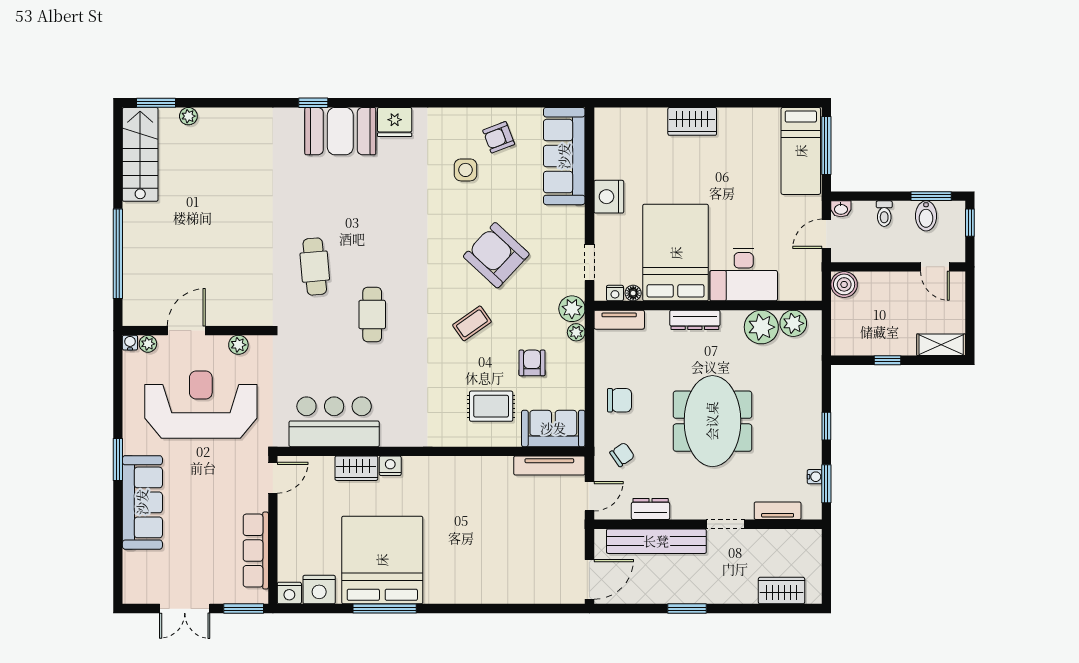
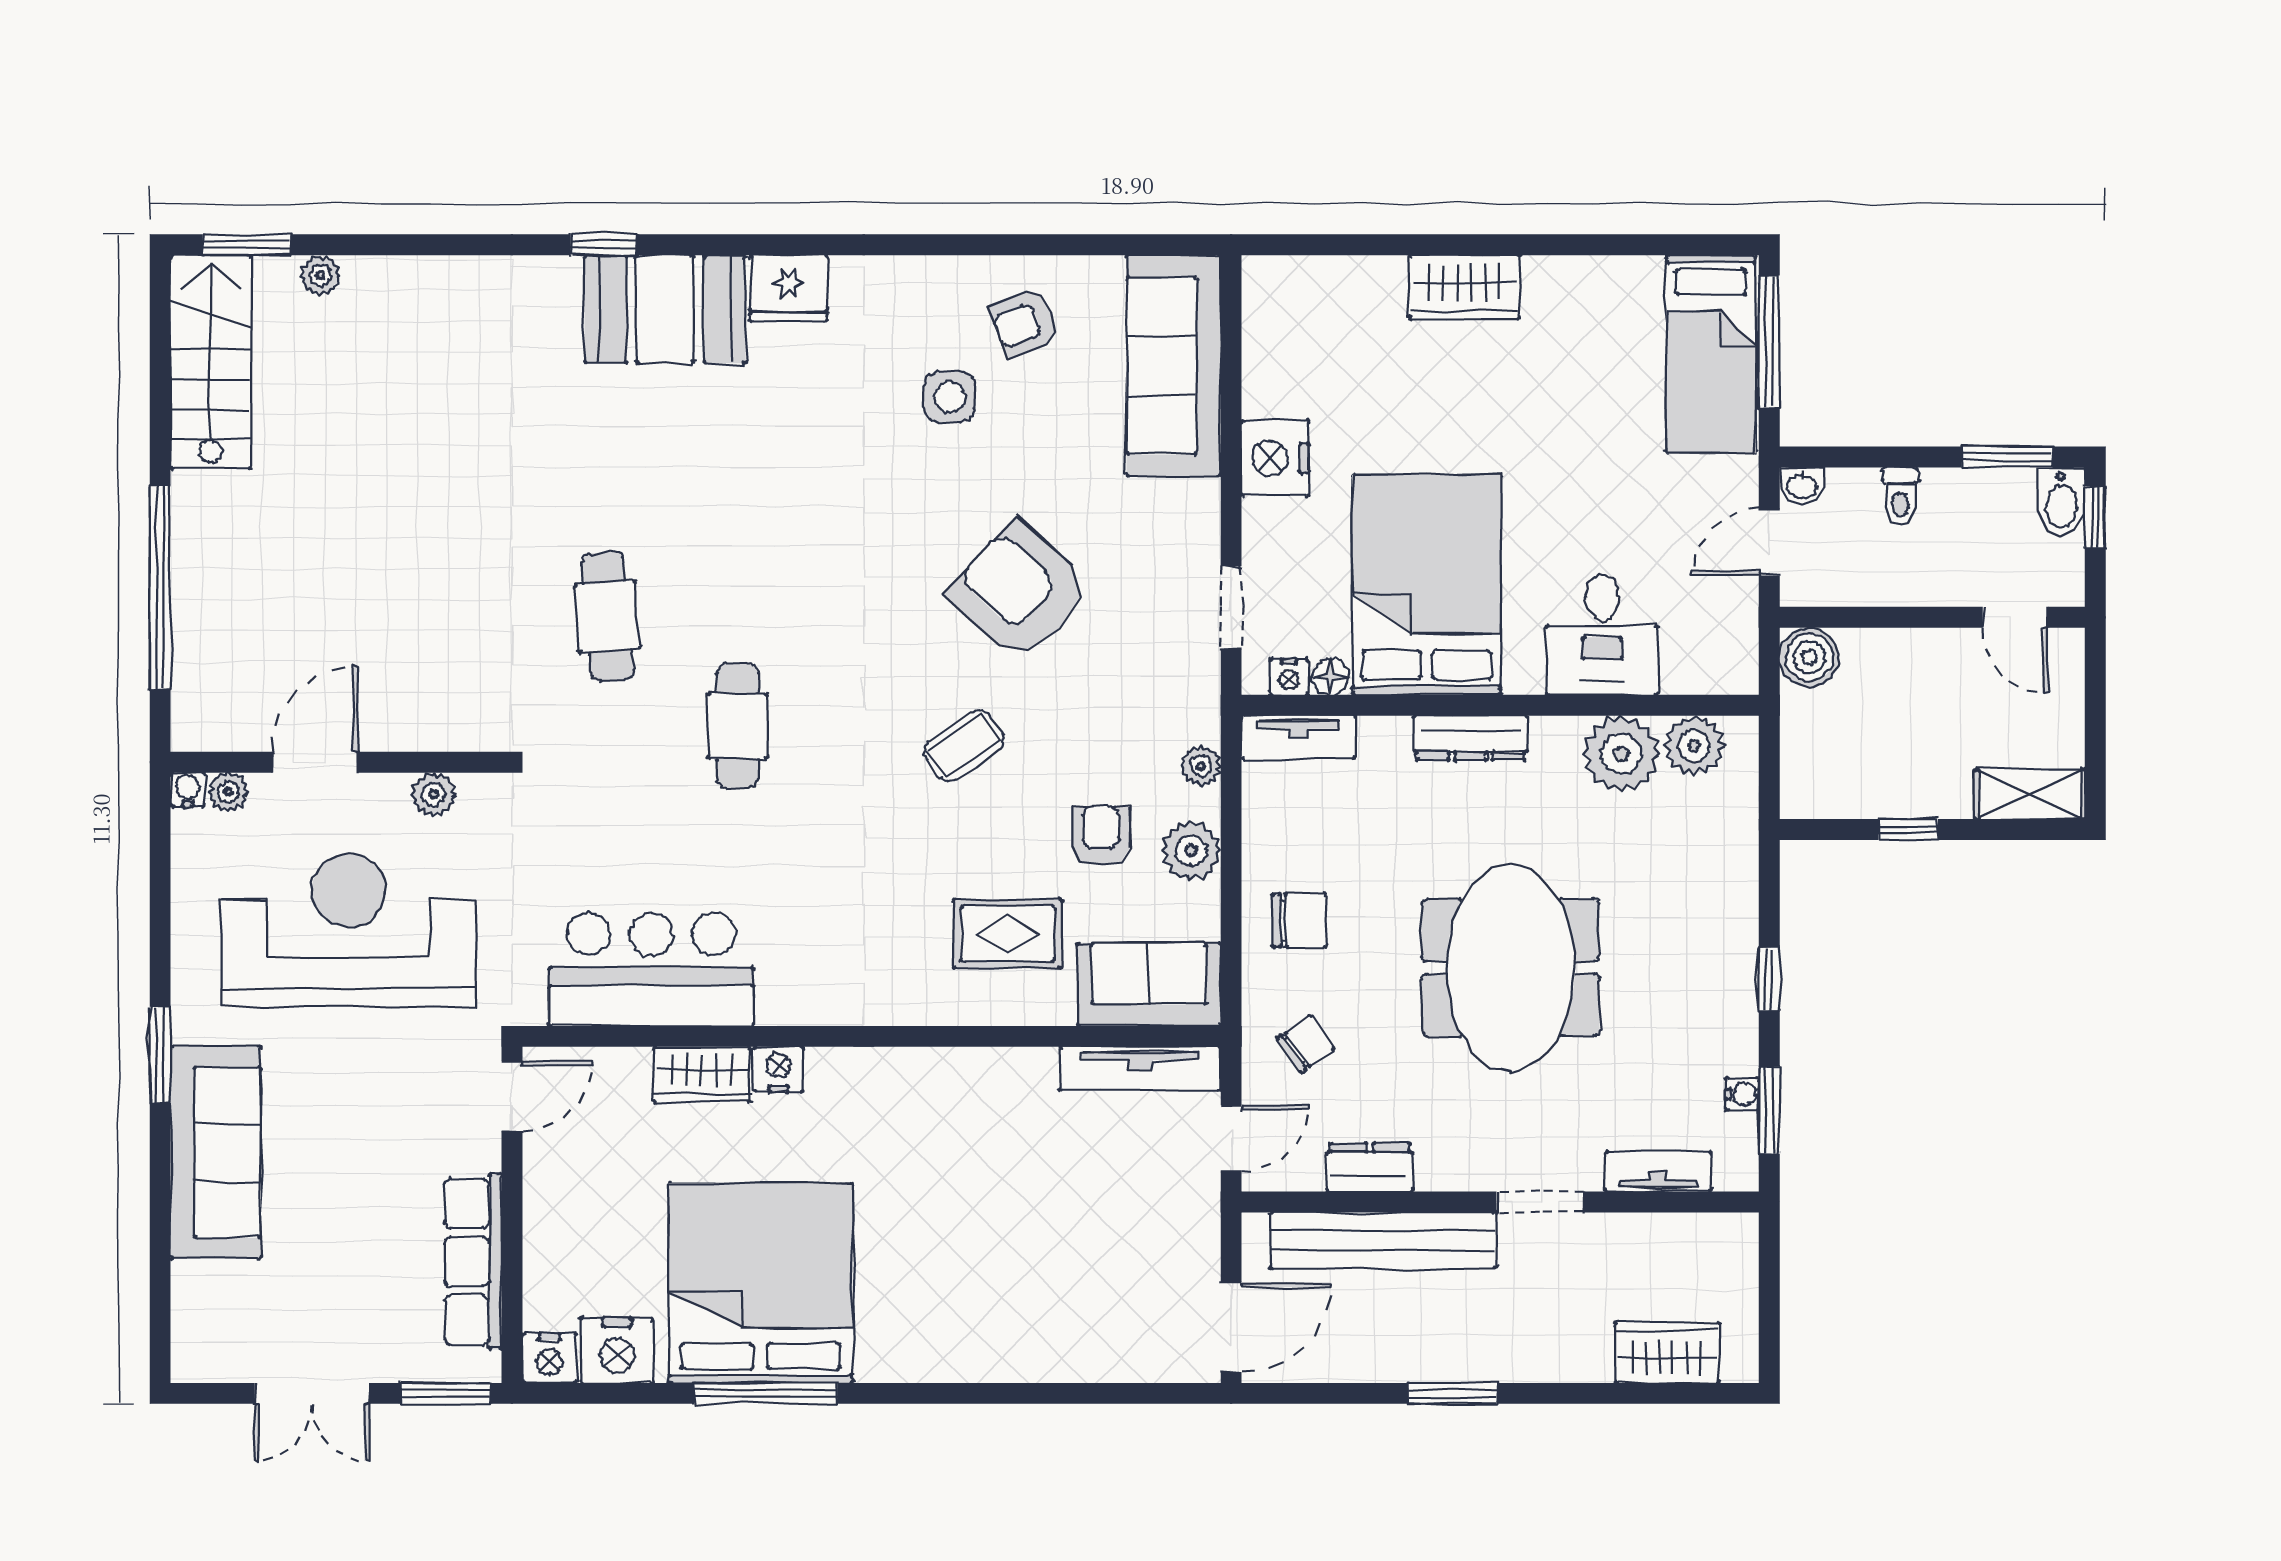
bidet: (926, 216) -> (2061, 502), moved
desk: (744, 275) -> (1602, 635), width x0.73
plant: (572, 309) -> (1191, 851), moved

